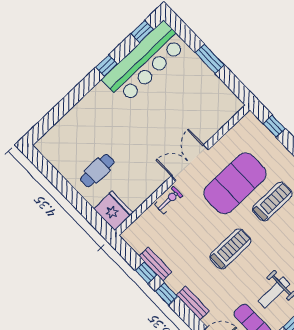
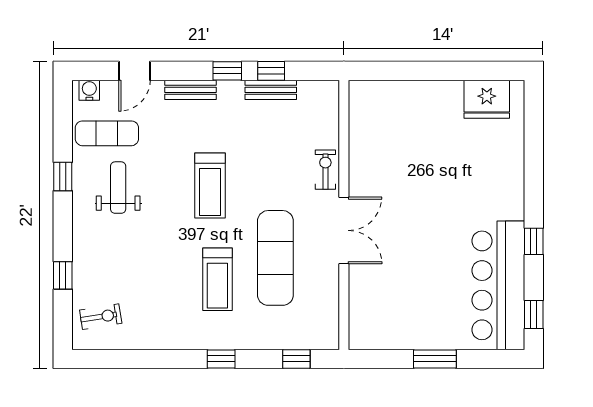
cafe table: (97, 171) -> (431, 123), removed
exercise mat: (235, 183) -> (275, 258), width x0.68
exercise bike: (169, 200) -> (325, 170), turned 180
fridge: (113, 211) -> (487, 99), moved

